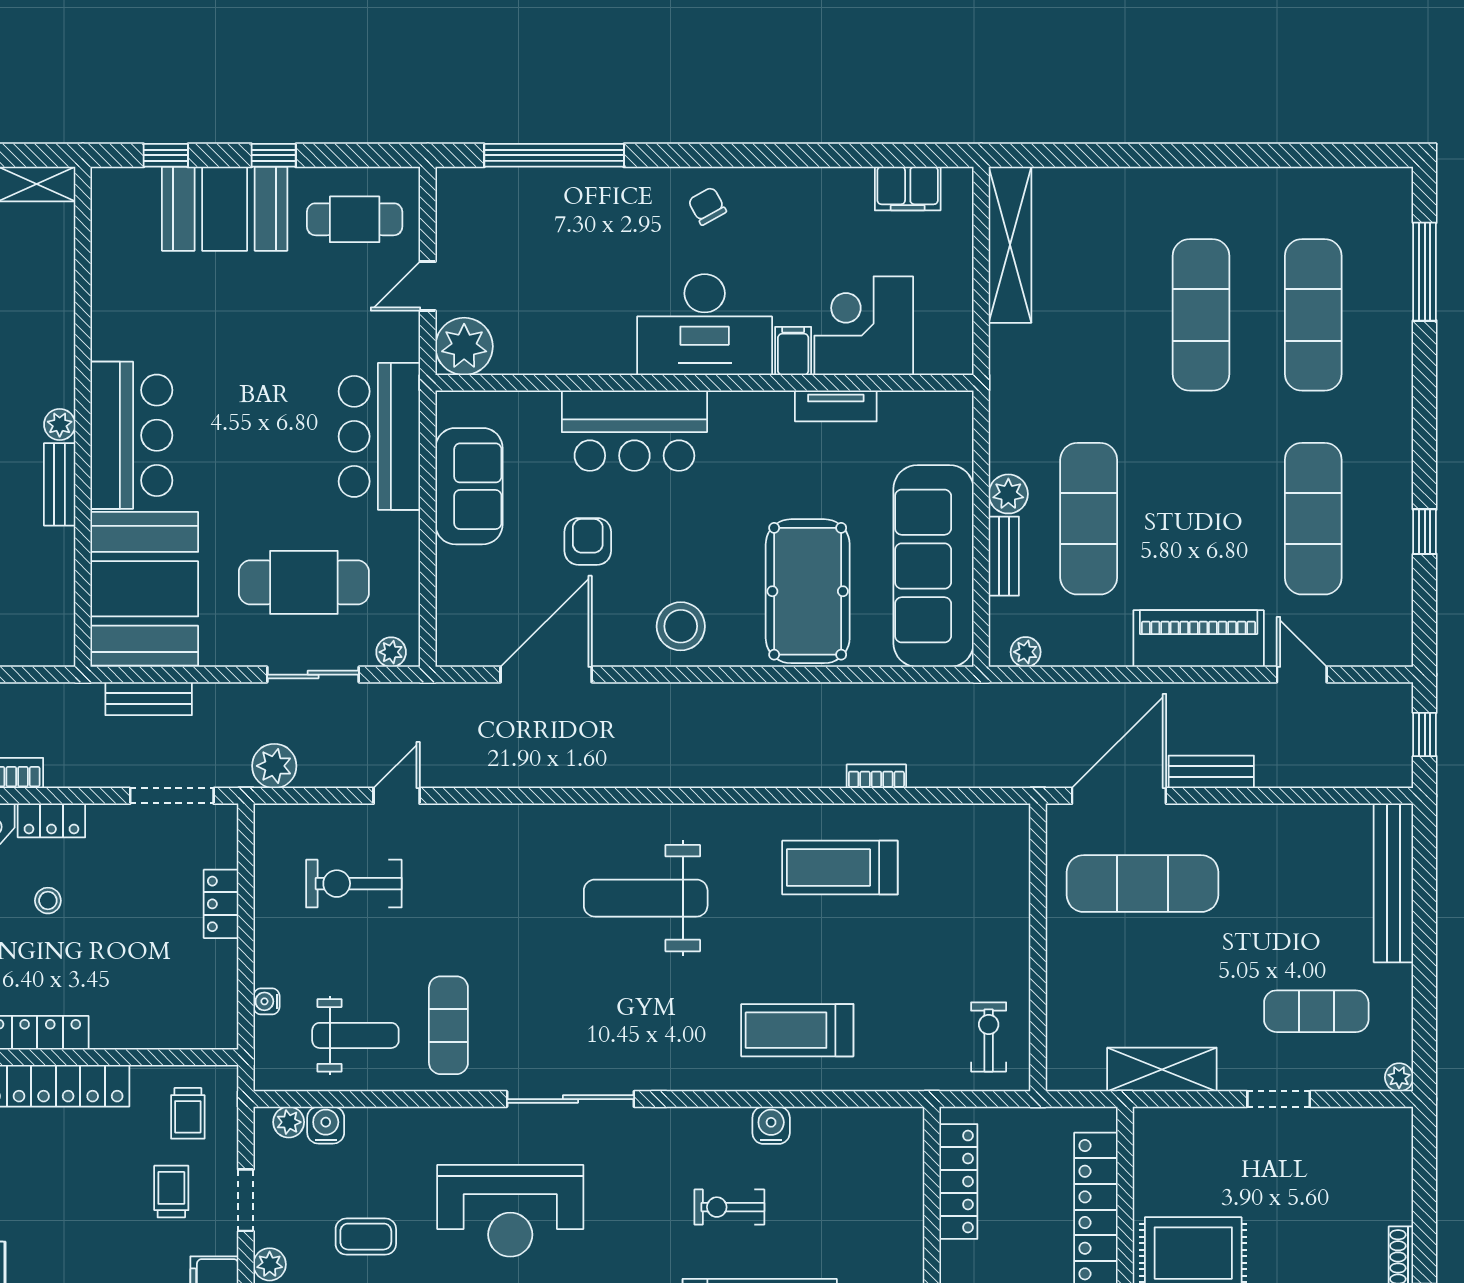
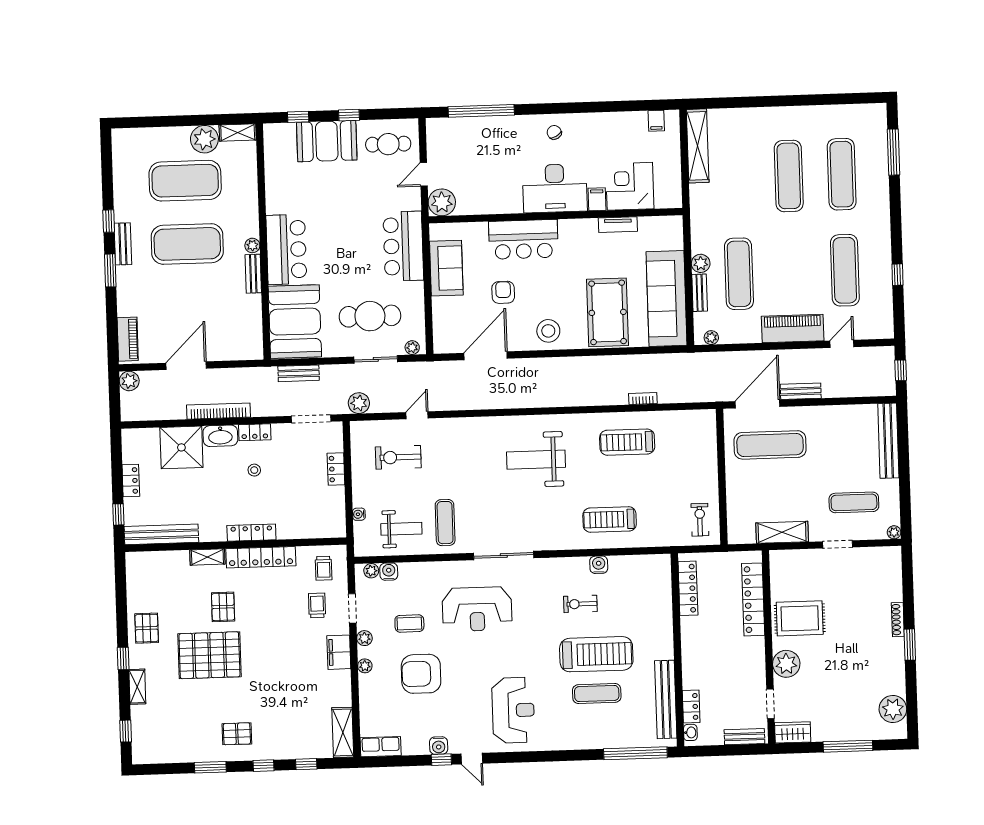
filing cabinet: (908, 189) -> (656, 121), width x0.50
door: (1302, 675) -> (842, 344), hinge flipped

